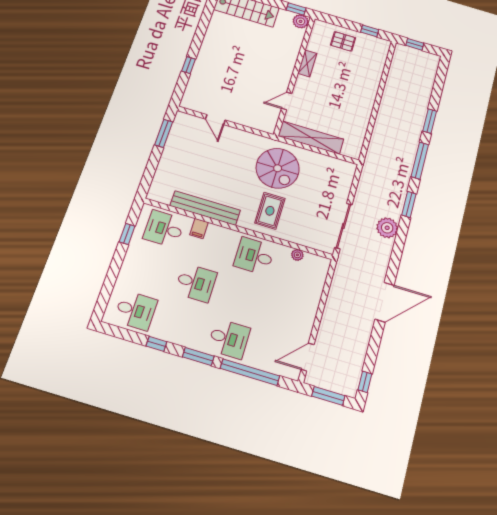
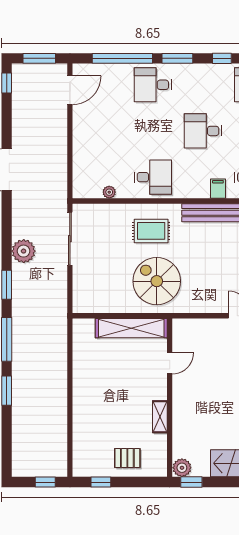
rug: (270, 211) -> (151, 231), turned 90

